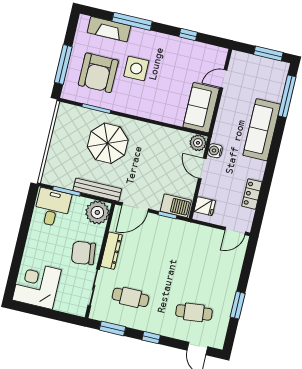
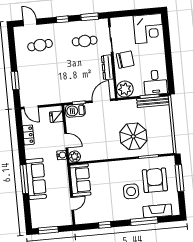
window: (287, 96) -> (24, 179), moved
bench: (97, 190) -> (153, 102), moved
door: (235, 231) -> (31, 107), swing flipped
window: (238, 305) -> (15, 81), moved

